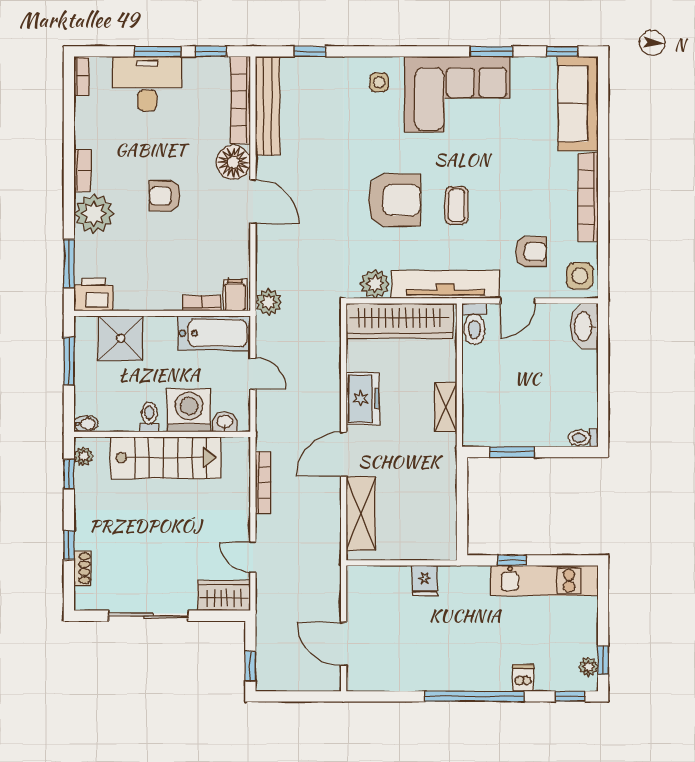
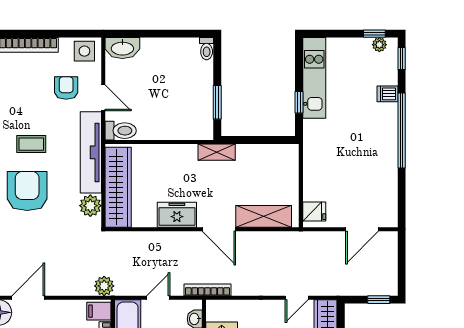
shelving: (446, 407) -> (217, 152), moved
bookcase: (263, 483) -> (207, 290), moved
fridge: (425, 581) -> (314, 212), moved

